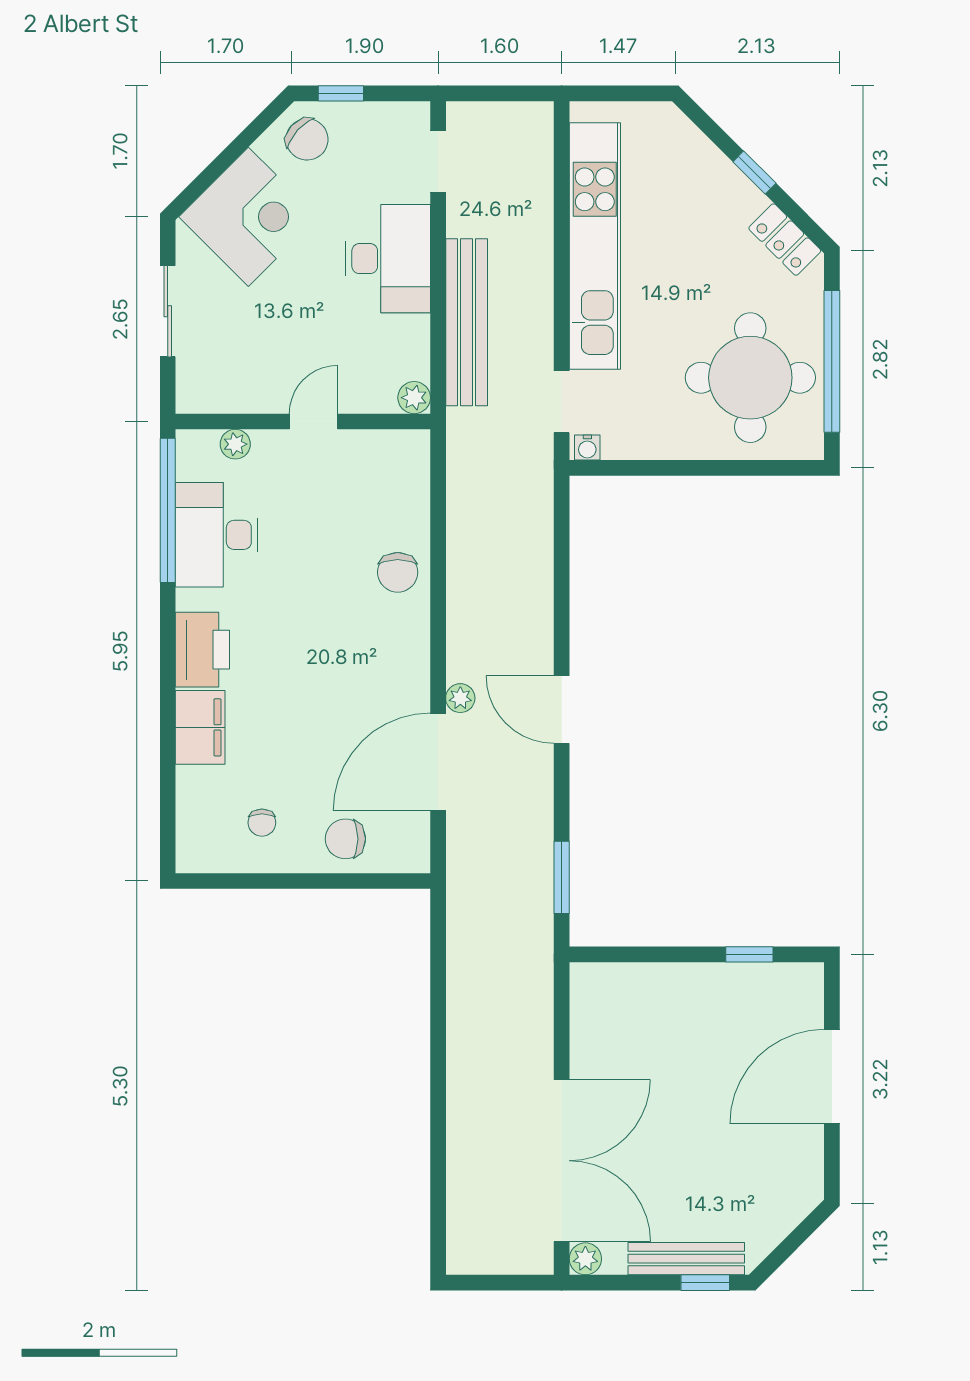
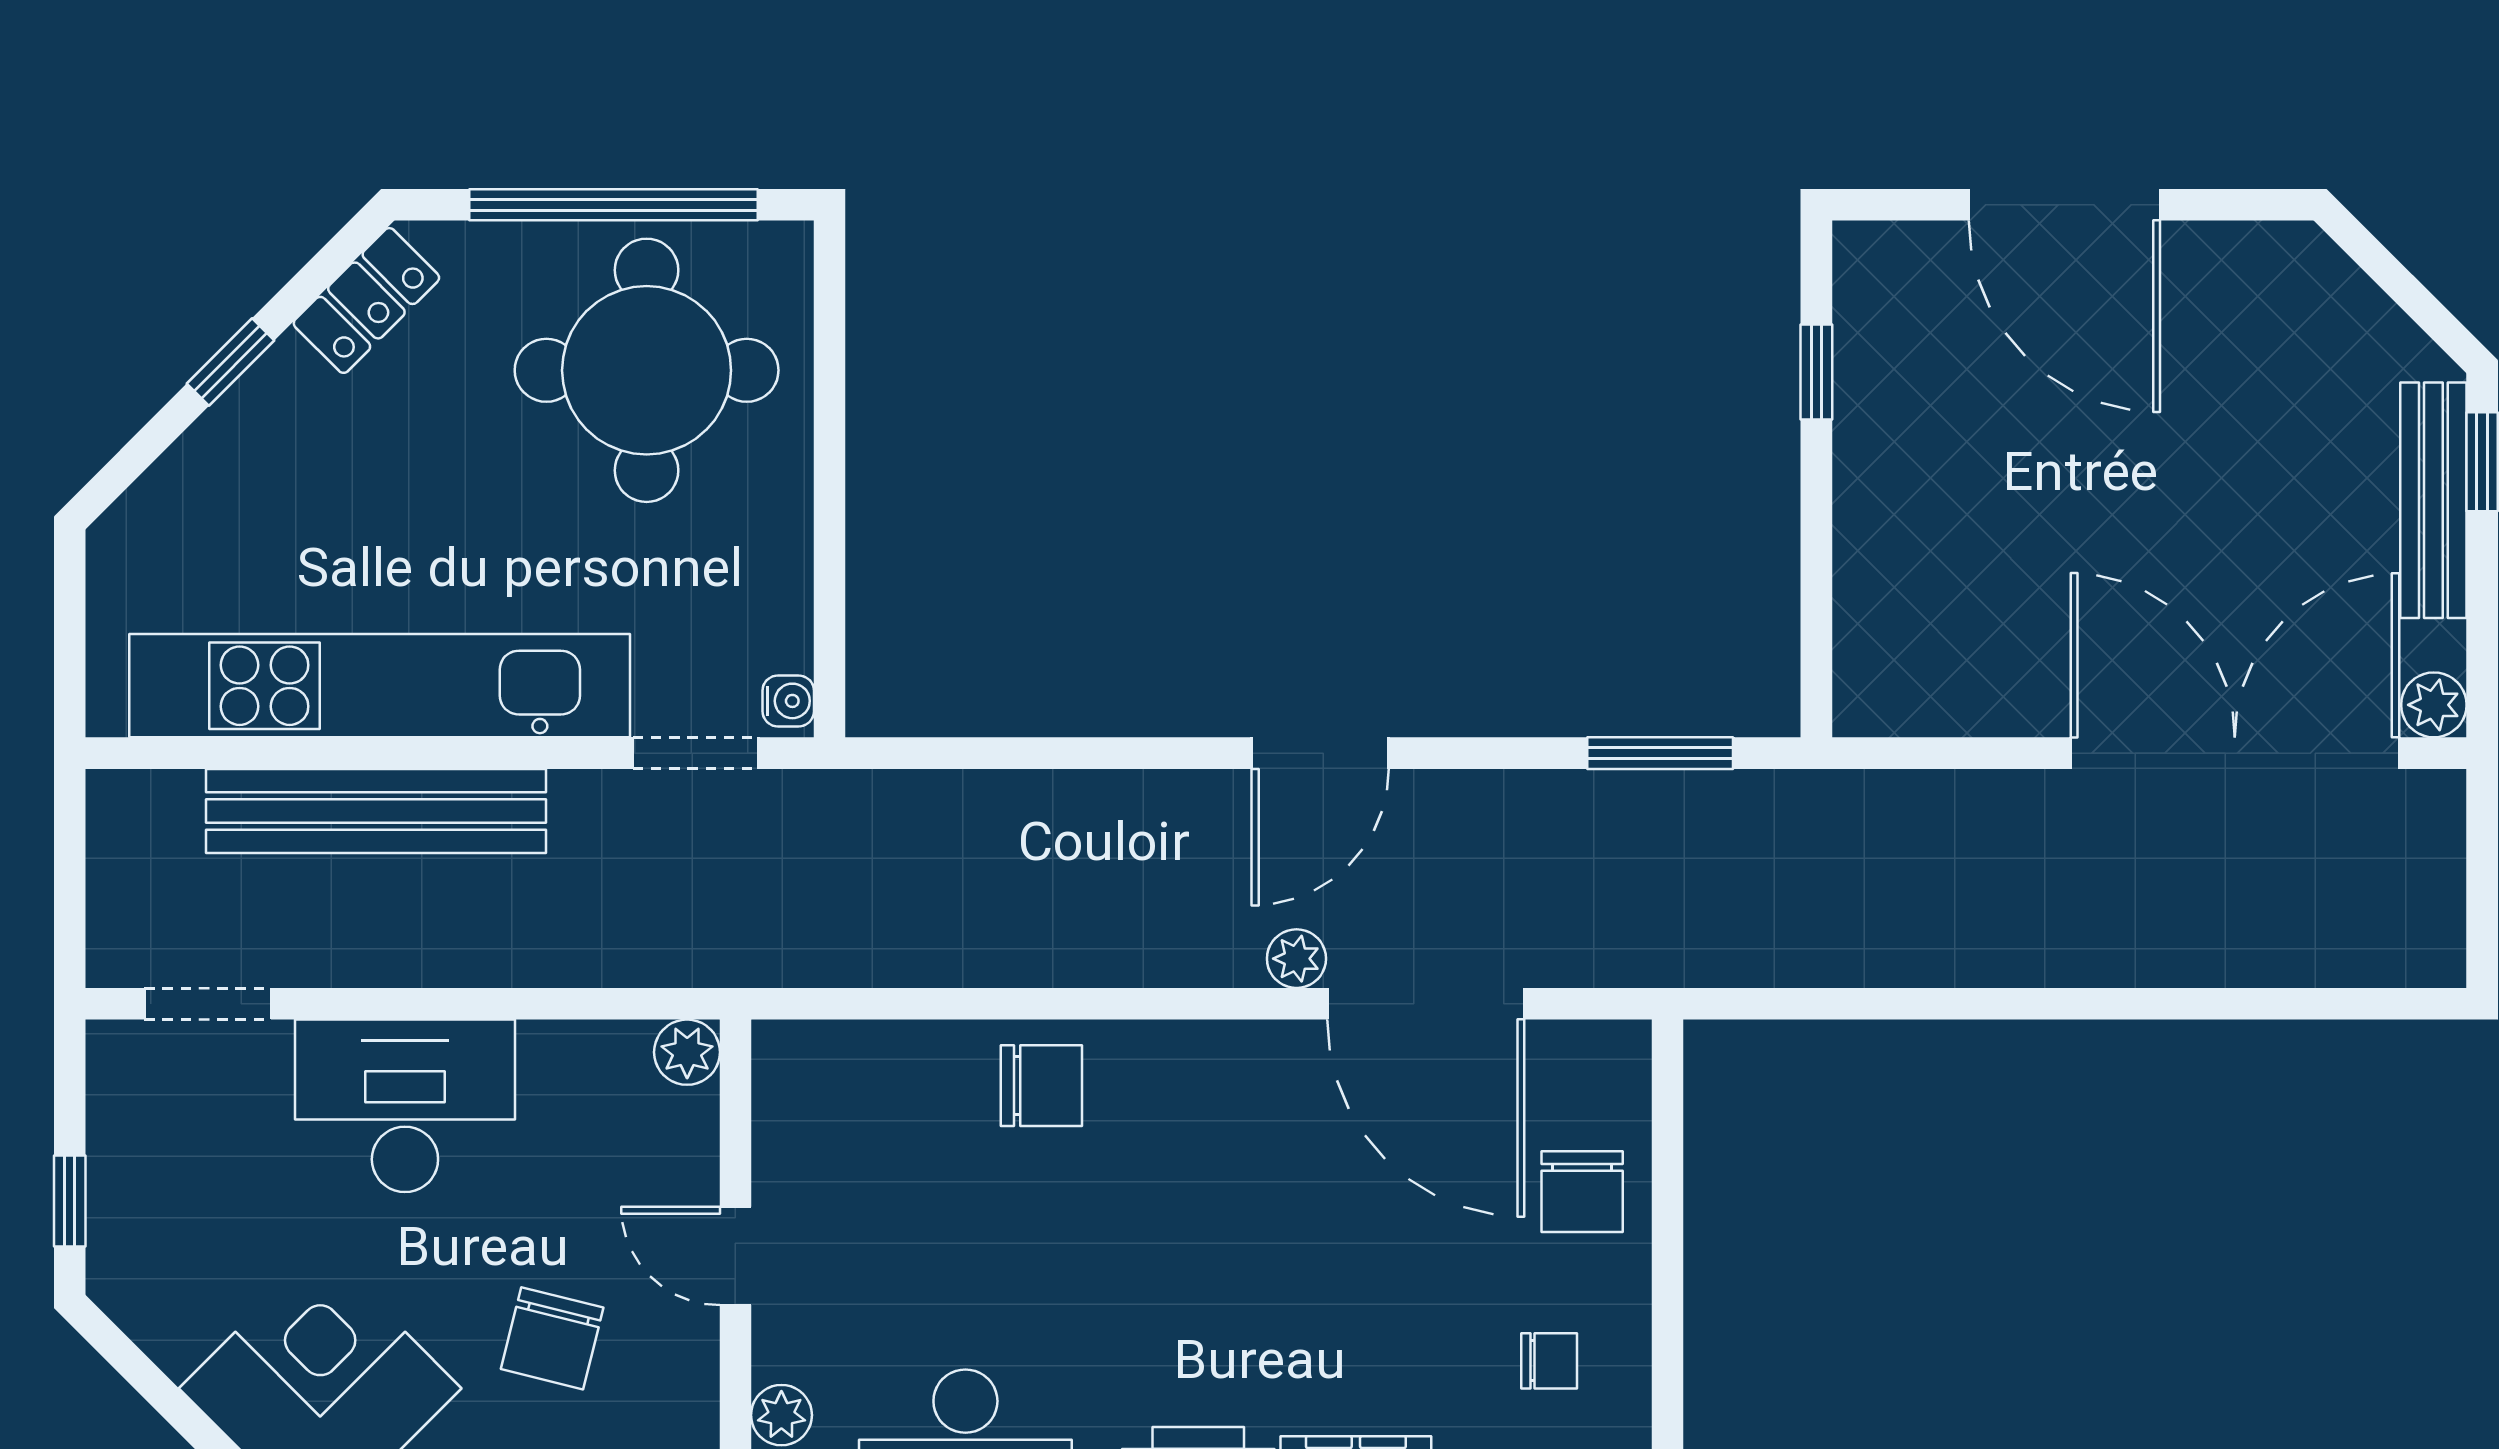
chair: (307, 139) -> (552, 1338), moved, turned 152
bench: (467, 322) -> (376, 811), moved

